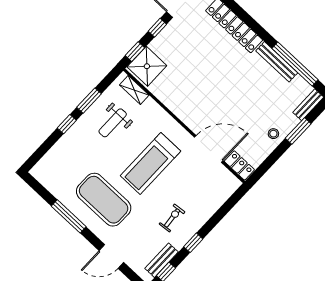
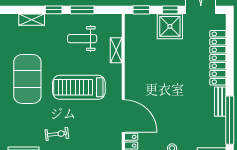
bench: (277, 62) -> (220, 102), width x0.73
shower: (147, 66) -> (170, 26), moved
shelving: (134, 90) -> (116, 50), moved
shelving: (58, 150) -> (32, 20), added

